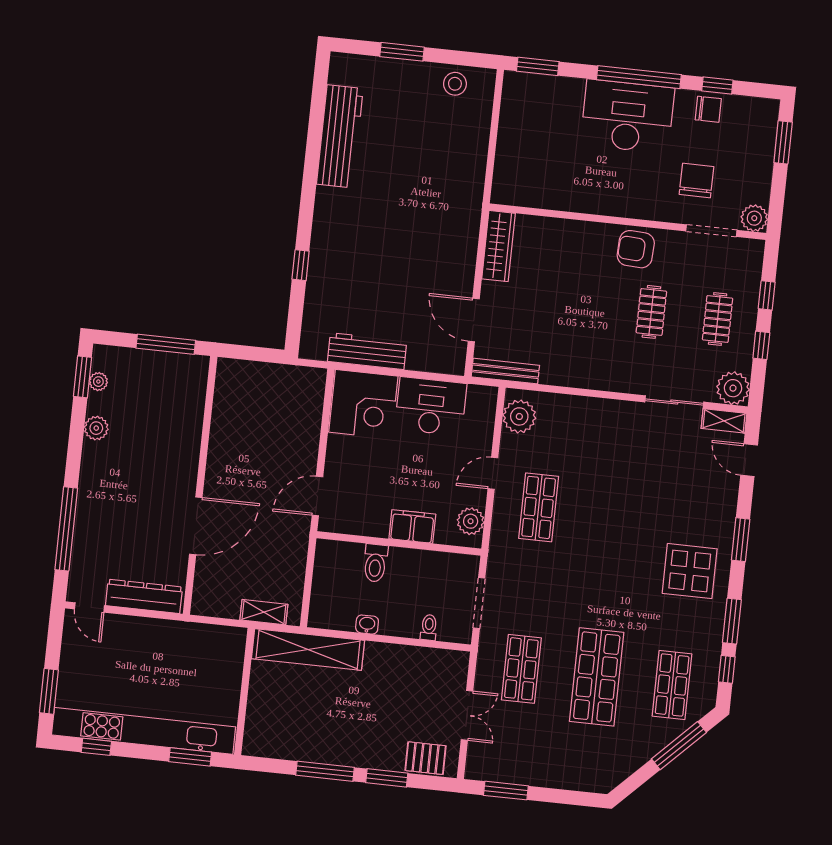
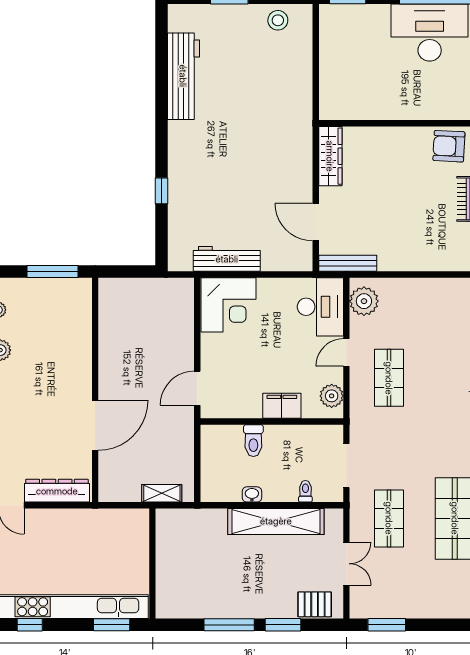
desk: (431, 406) -> (320, 307), moved, turned 90
shelving: (308, 649) -> (276, 521), moved

